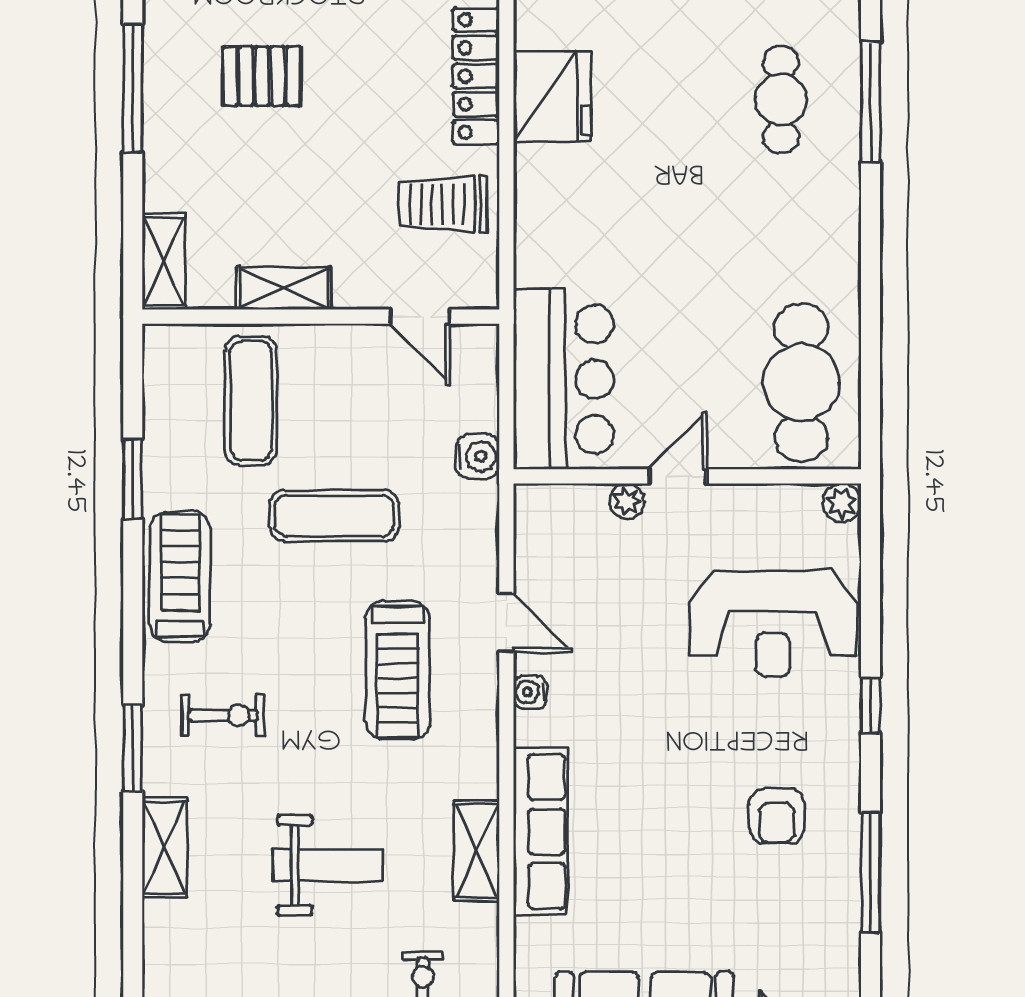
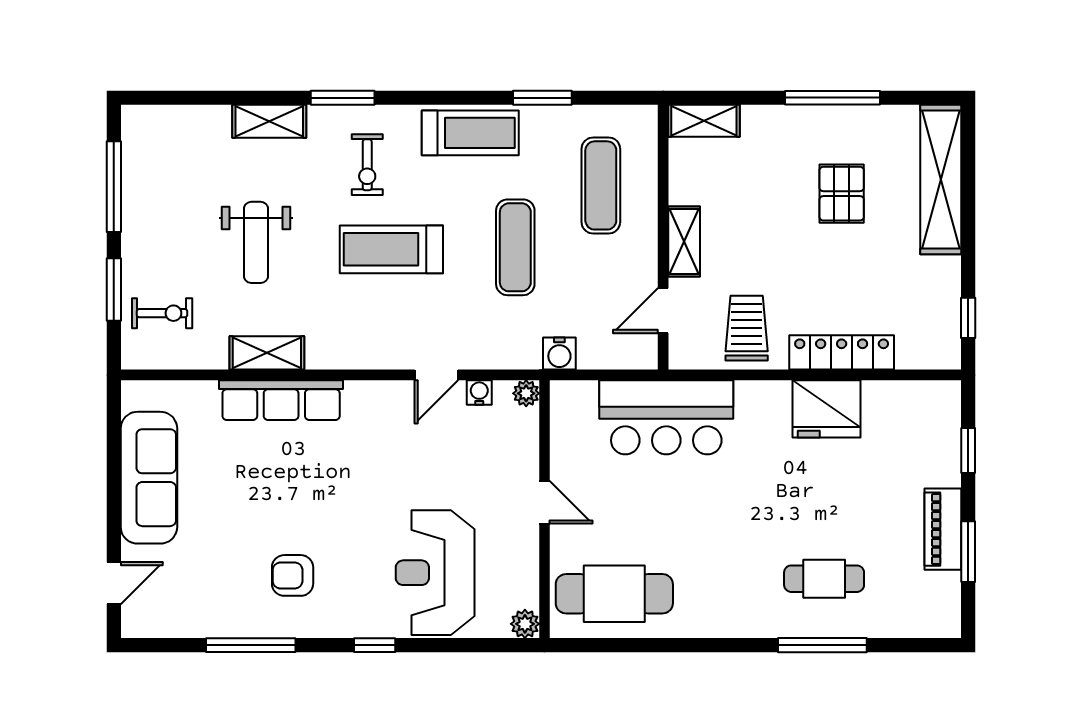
shelving: (284, 288) -> (684, 241), moved
bar counter: (563, 379) -> (666, 417), moved
exercise mat: (251, 400) -> (601, 185), turned 90
plant: (627, 501) -> (526, 393), moved
treadmill: (398, 670) -> (391, 249), moved
water cooler: (530, 692) -> (479, 393), moved

